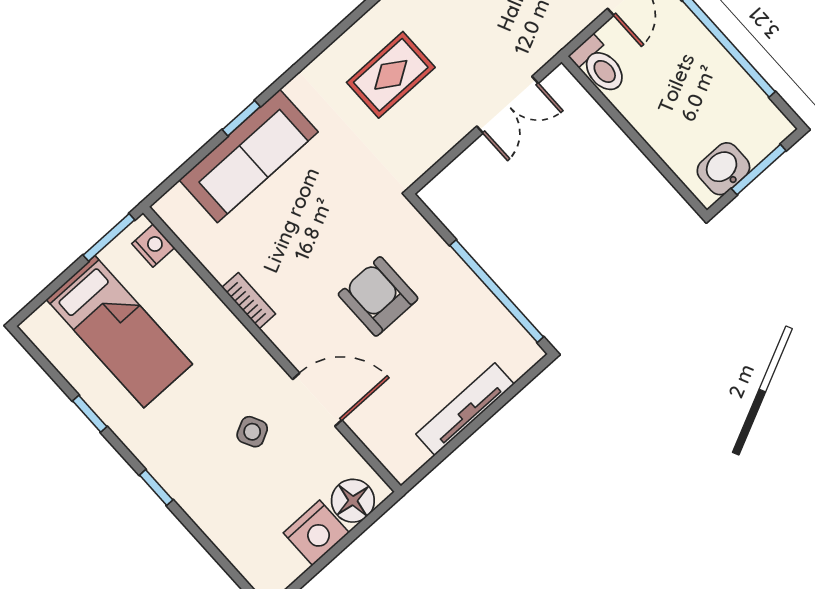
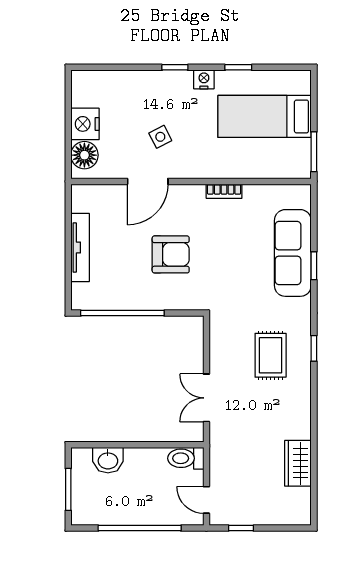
window: (337, 32) -> (314, 348), added
washbasin: (723, 169) -> (108, 460), moved, turned 90
nightstand: (153, 246) -> (204, 79), moved, turned 180

